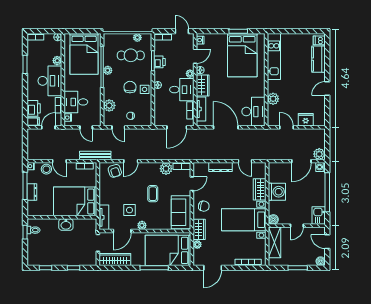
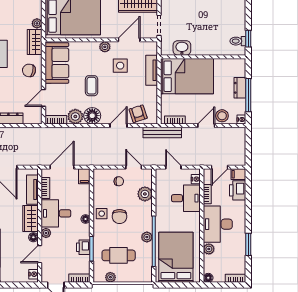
filing cabinet: (159, 120) -> (84, 176), added
door: (59, 161) -> (206, 126), hinge flipped
floor lamp: (152, 169) -> (92, 116), added
tv unit: (104, 217) -> (152, 70), moved
washbasin: (66, 225) -> (182, 48), moved

